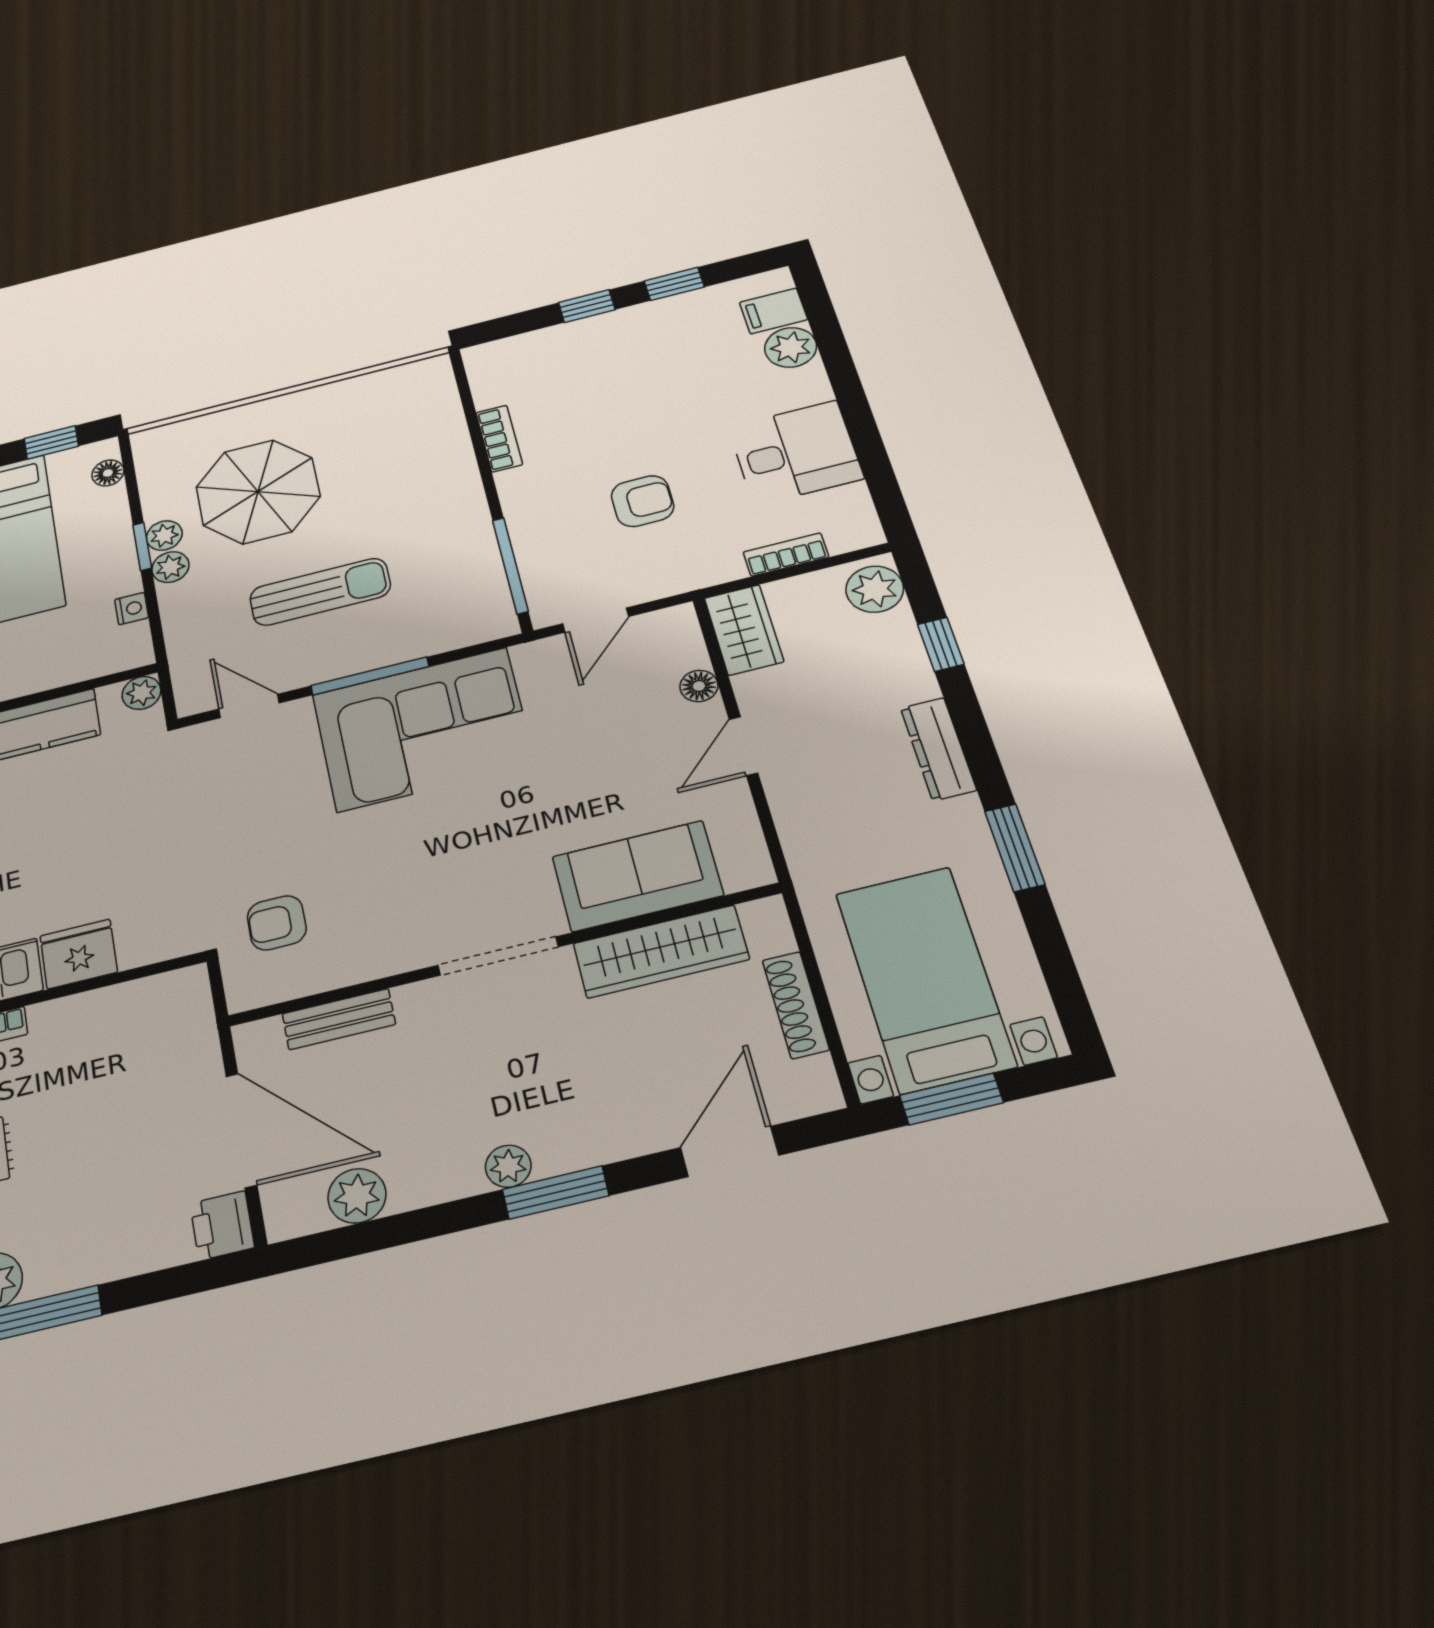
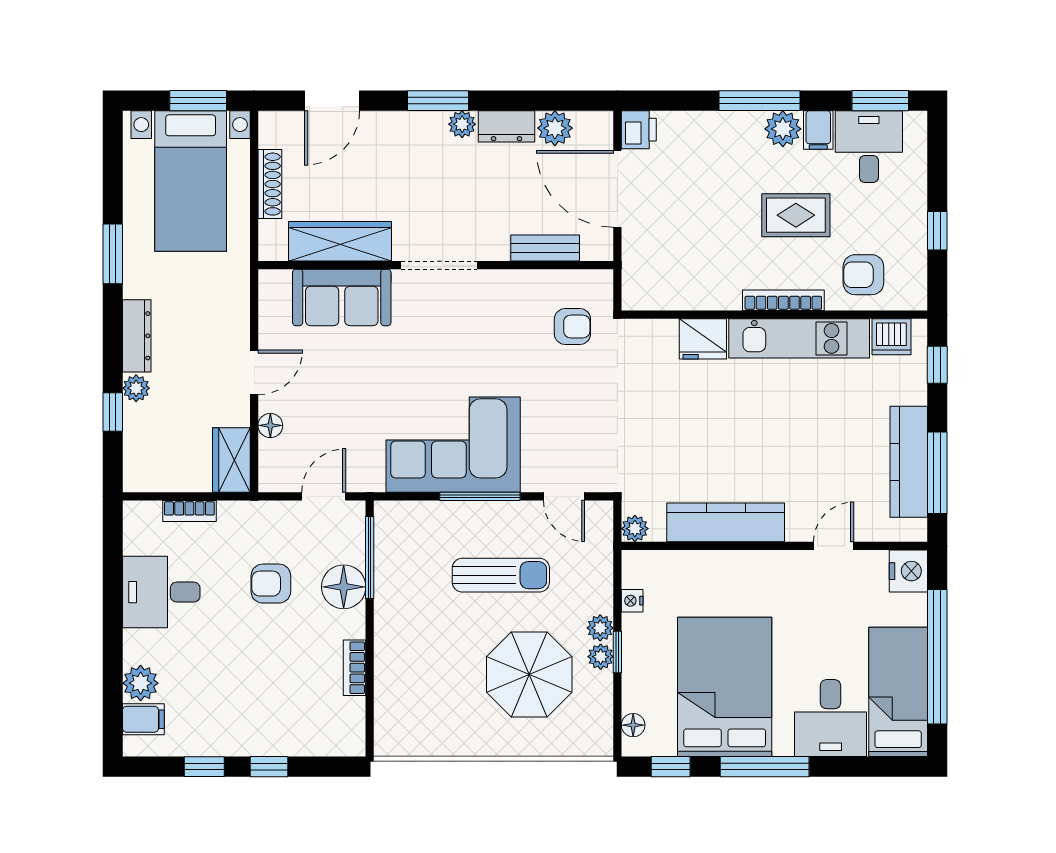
floor lamp: (538, 523) -> (344, 587), added
plant: (875, 589) -> (136, 388), moved, width x0.73, depth x0.73
sun lounger: (320, 592) -> (501, 575), turned 180
dresser: (436, 1180) -> (507, 126), added

